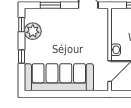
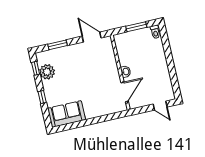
sofa: (59, 77) -> (66, 114), width x0.54, depth x0.79

